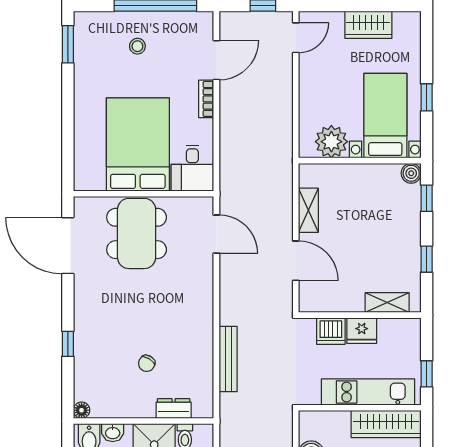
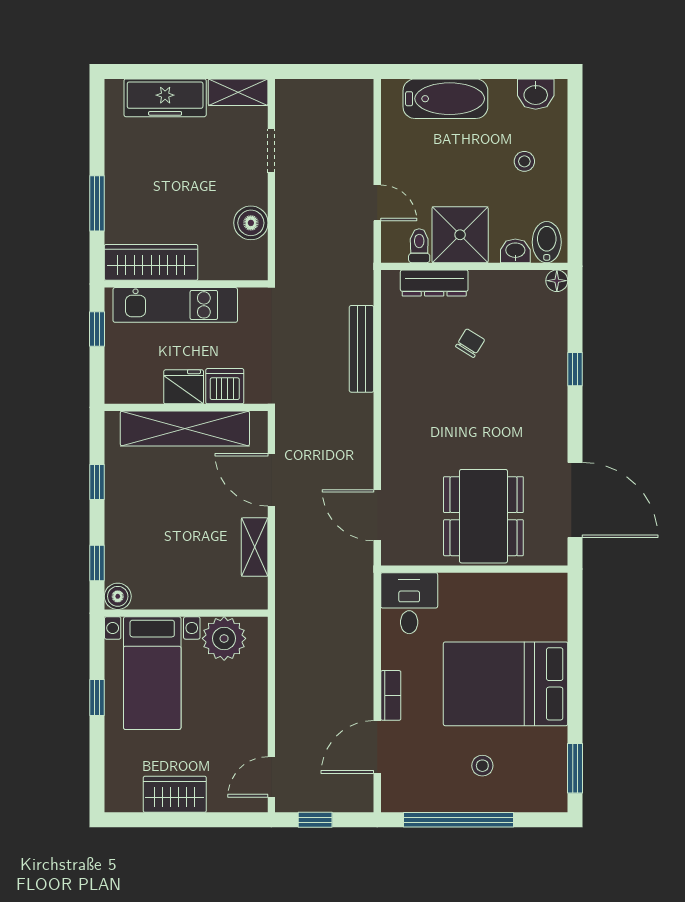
bed: (138, 144) -> (506, 684), moved, turned 90
shelving: (387, 303) -> (185, 429), width x2.20, depth x1.33
dresser: (174, 408) -> (434, 283), width x1.44

